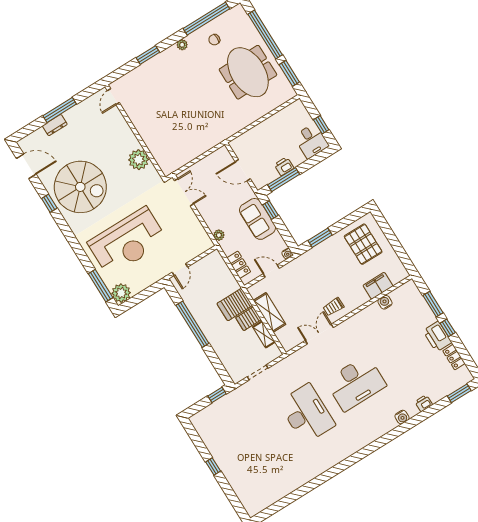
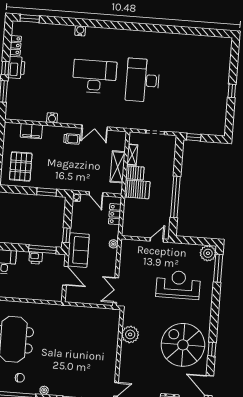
sofa: (257, 219) -> (78, 250), moved
reception desk: (127, 242) -> (178, 285), width x0.74, depth x0.77
water cooler: (385, 302) -> (52, 118), moved
printer: (424, 403) -> (59, 29), removed

